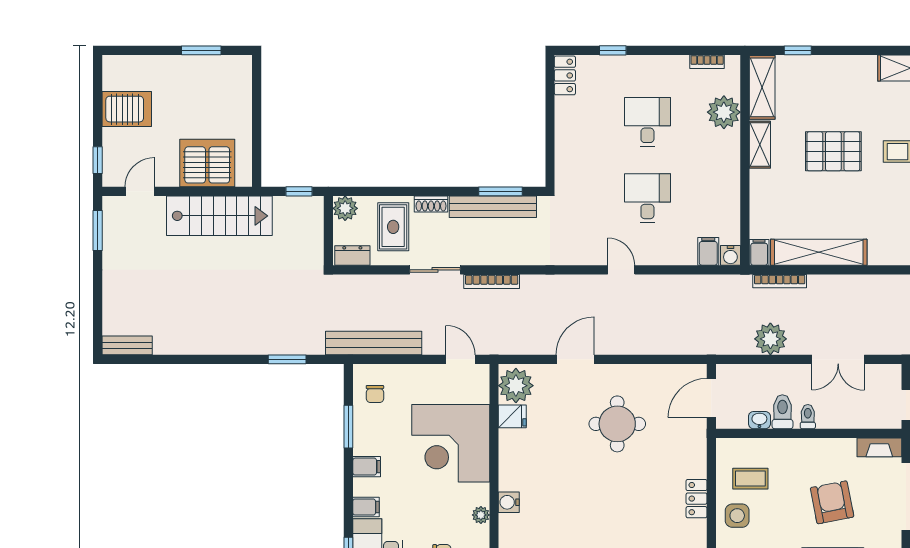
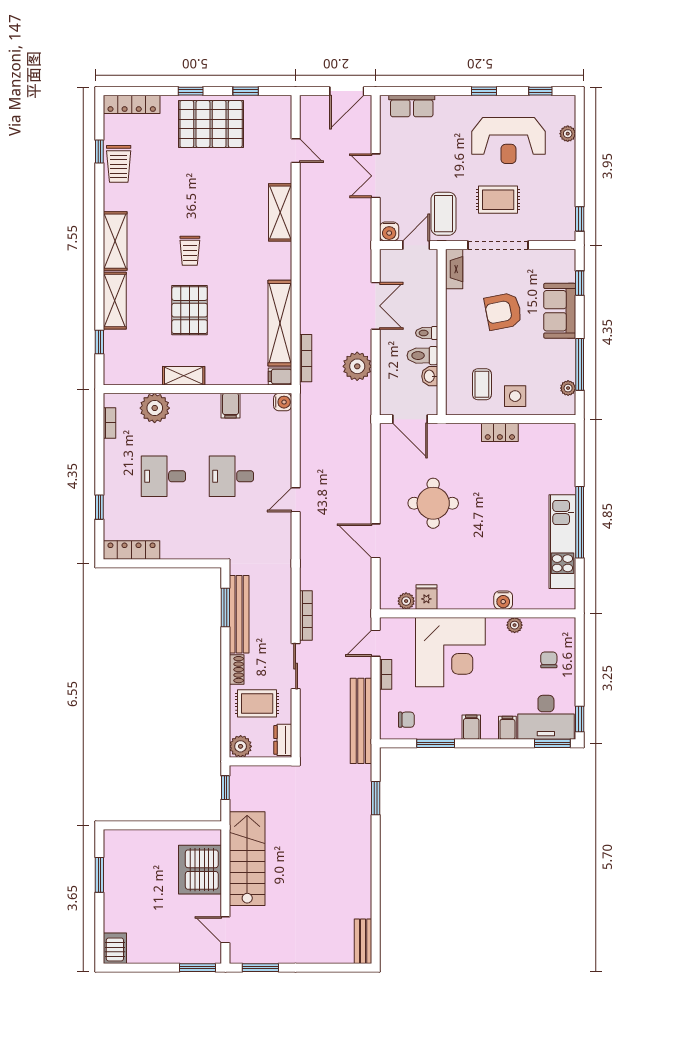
locker: (565, 75) -> (132, 550), width x1.53
shelving: (762, 87) -> (115, 301), moved, turned 90
server rack: (127, 109) -> (115, 948), moved, width x0.73, depth x0.70
window: (98, 160) -> (197, 968), width x1.50
filing cabinet: (708, 251) -> (231, 406), moved, turned -90
bookcase: (426, 371) -> (386, 674), added
plant: (516, 386) -> (406, 601), width x0.53, depth x0.53

